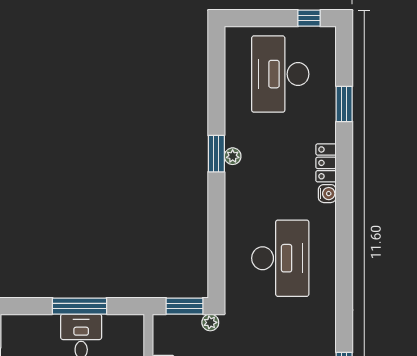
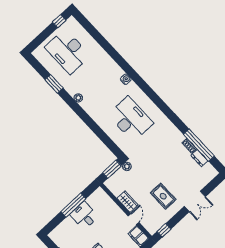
window: (344, 104) -> (101, 41), removed
window: (216, 154) -> (54, 84), moved
locker: (326, 163) -> (115, 68), removed

